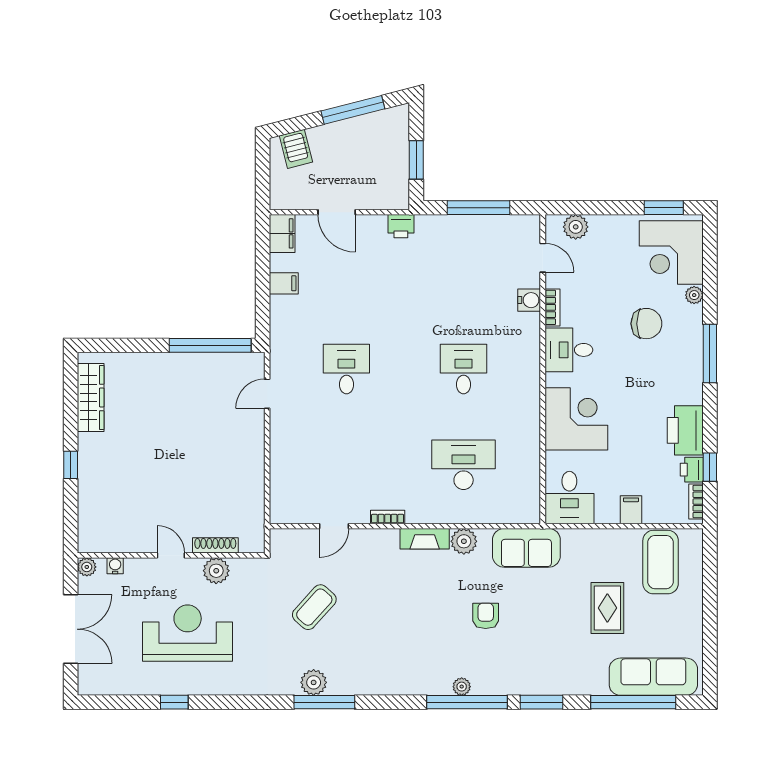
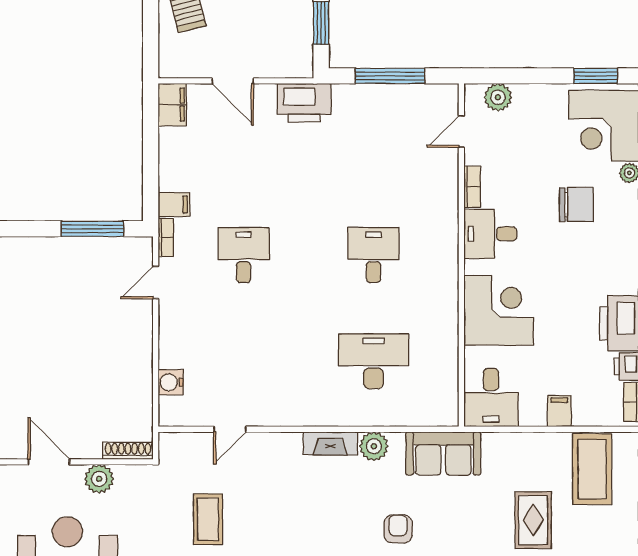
printer: (401, 226) -> (304, 103), width x1.87, depth x1.48
door: (543, 258) -> (461, 131), swing flipped
filing cabinet: (284, 283) -> (174, 205), moved
water cooler: (529, 300) -> (171, 382), moved, turned 180
window: (210, 345) -> (92, 229), width x0.68
bookcase: (388, 517) -> (166, 237), moved, turned 90
shoe rack: (215, 545) -> (128, 451), moved
door: (171, 555) -> (49, 462), width x1.37
coffee table: (314, 607) -> (208, 519), turned -42

